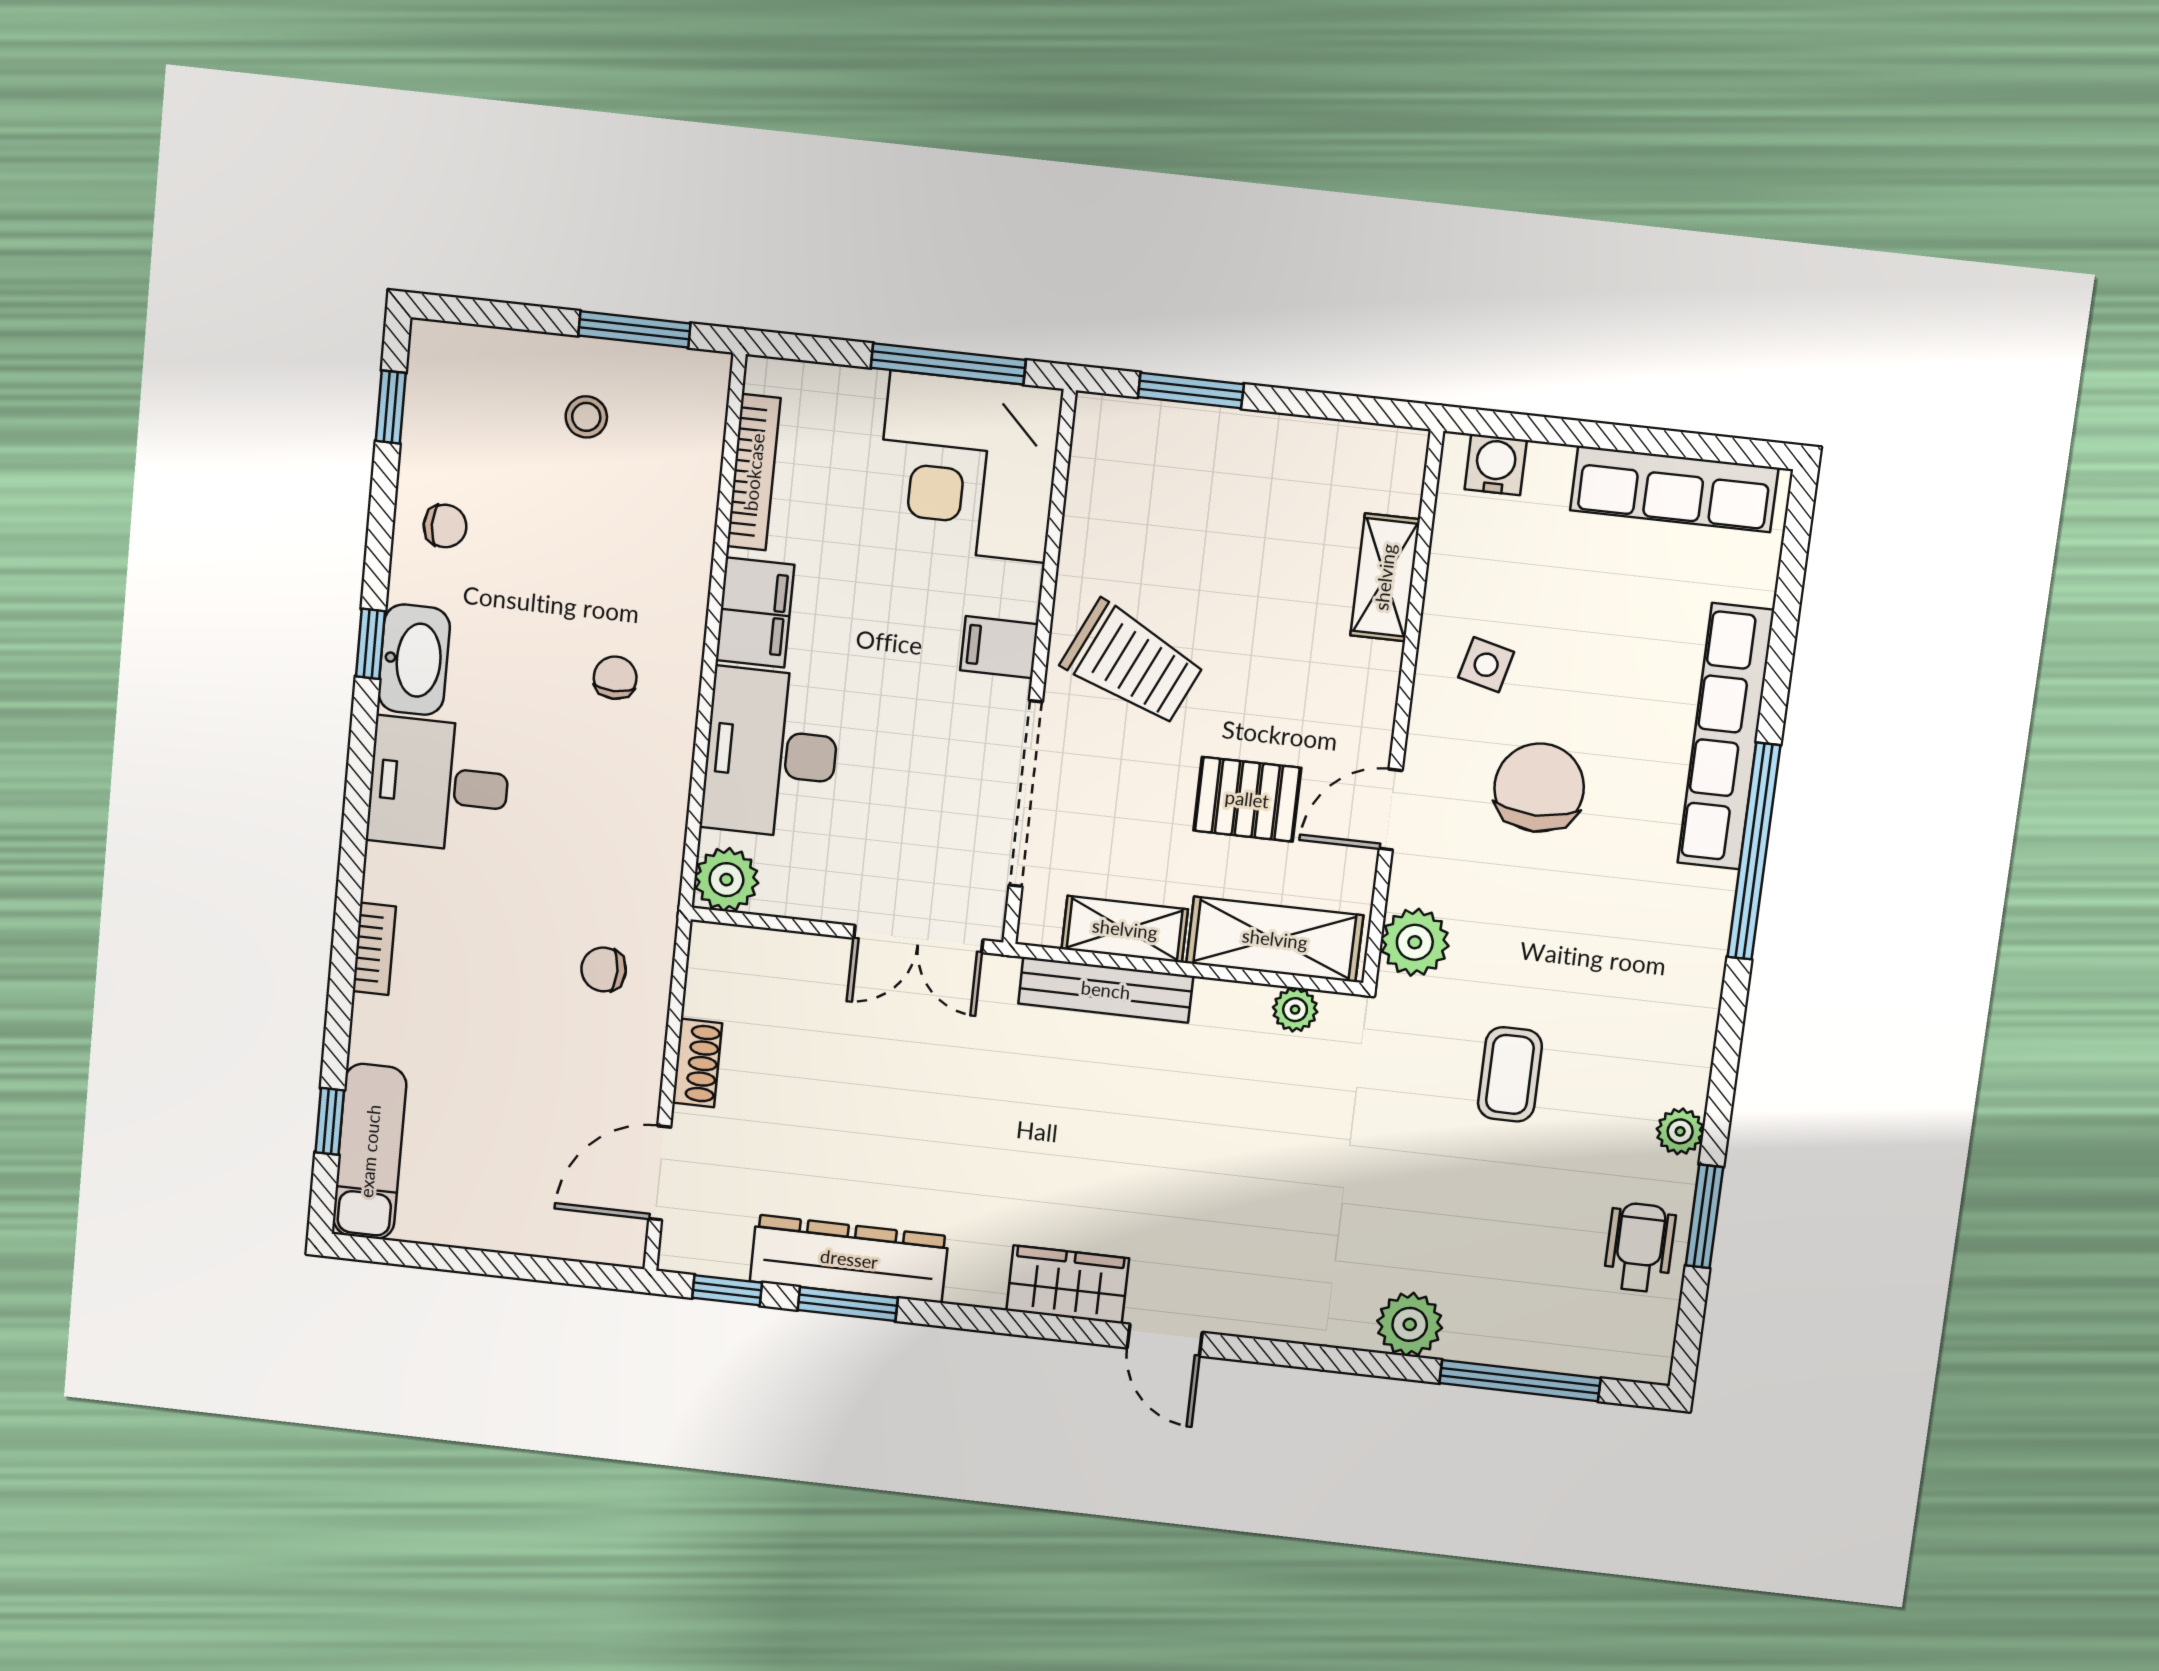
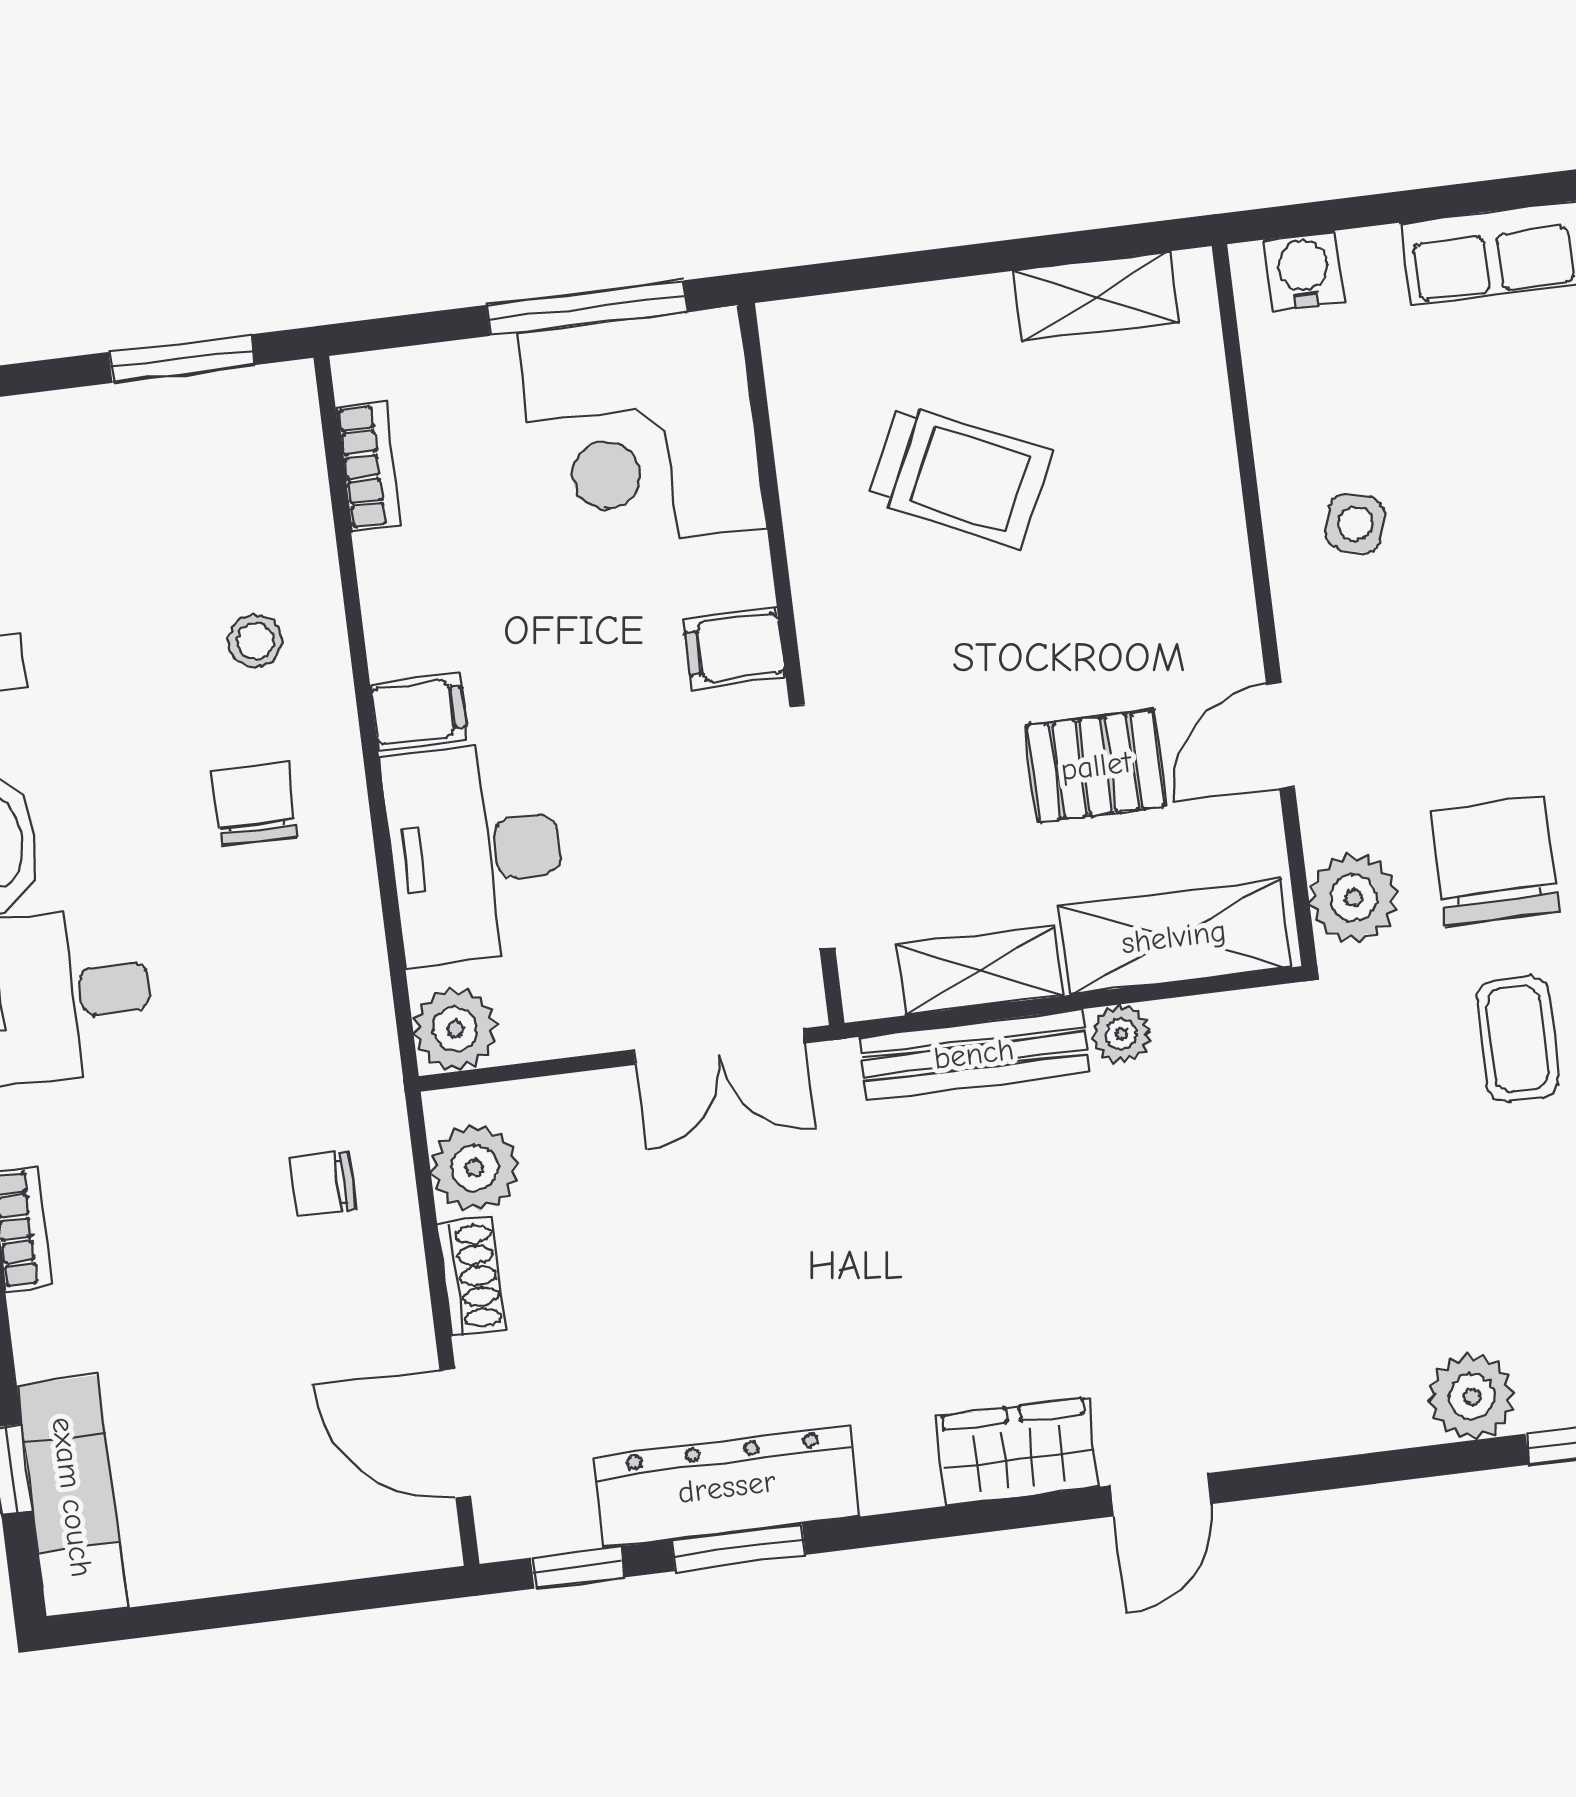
window: (1191, 391) -> (899, 269), removed
stool: (586, 417) -> (255, 641), moved
bookcase: (754, 472) -> (368, 466), width x0.64
shelving: (1385, 577) -> (1096, 296), moved, turned 90
filing cabinet: (755, 612) -> (419, 712), width x0.50
trolley: (1133, 663) -> (959, 476), moved
chair: (615, 678) -> (255, 804), width x1.37, depth x1.37
chair: (1539, 788) -> (1495, 861), moved
plant: (718, 985) -> (475, 1168), added
plant: (1295, 1010) -> (1121, 1034), moved
door: (660, 1173) -> (455, 1433), hinge flipped
door: (1165, 1340) -> (1161, 1495), hinge flipped

